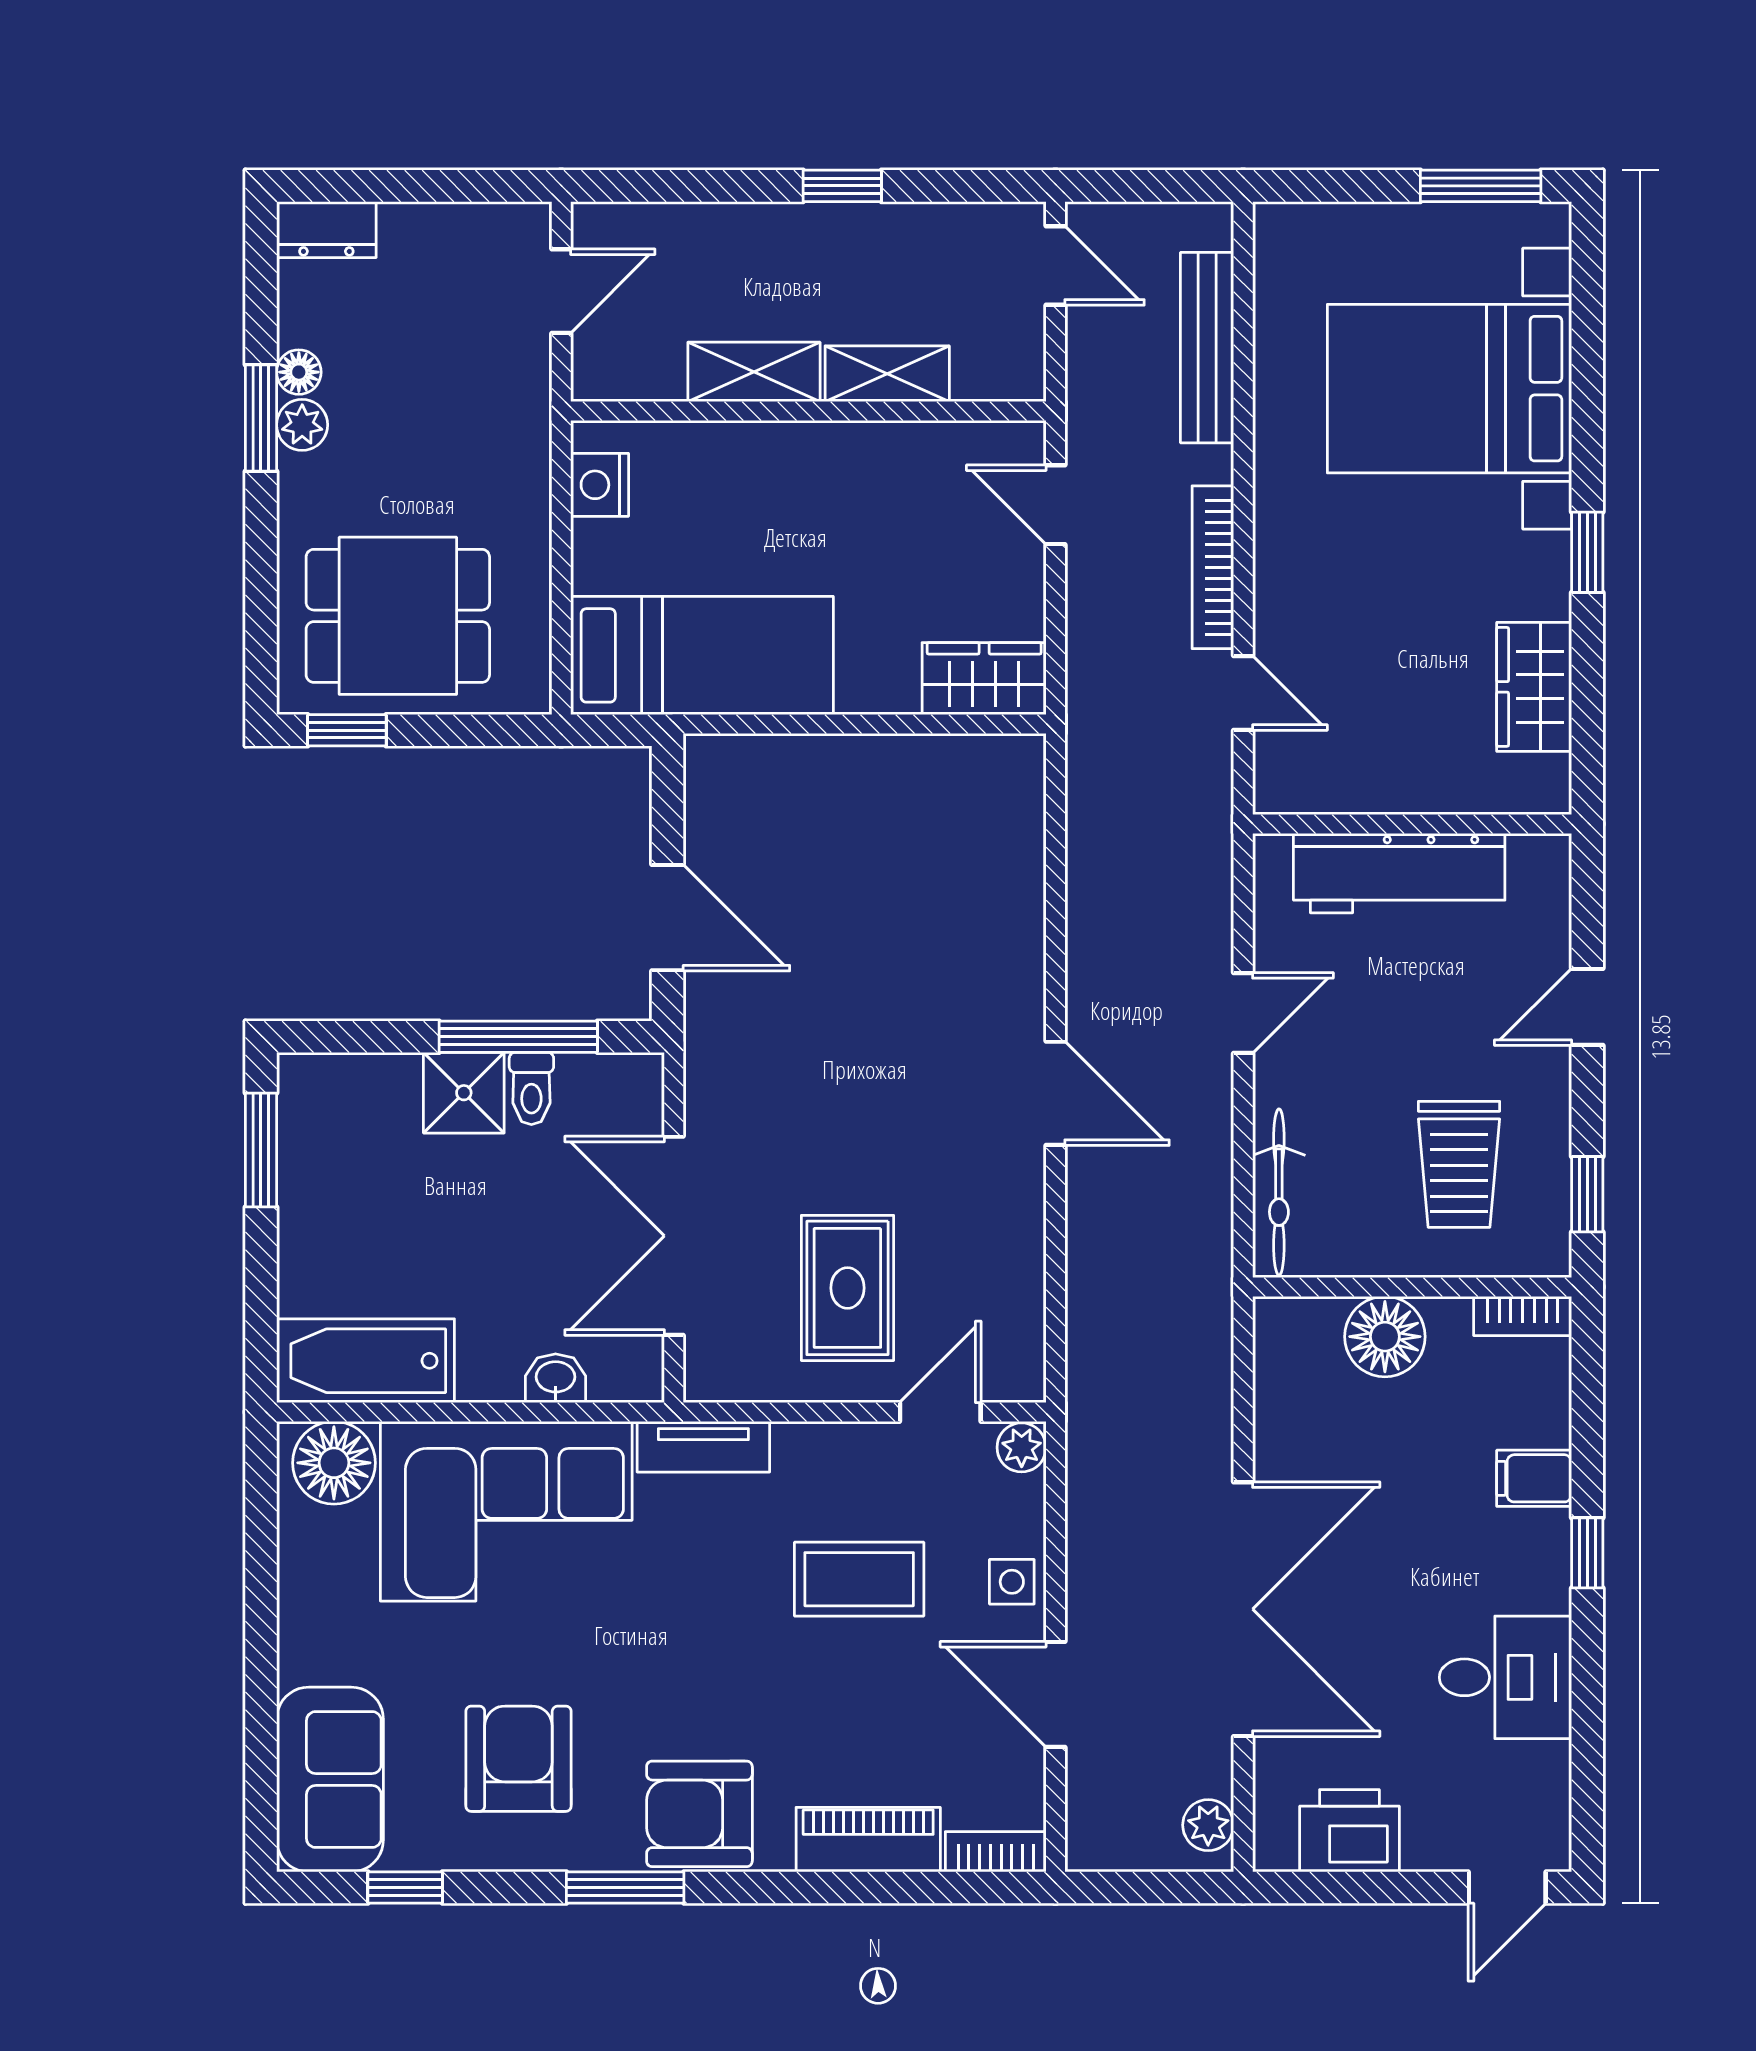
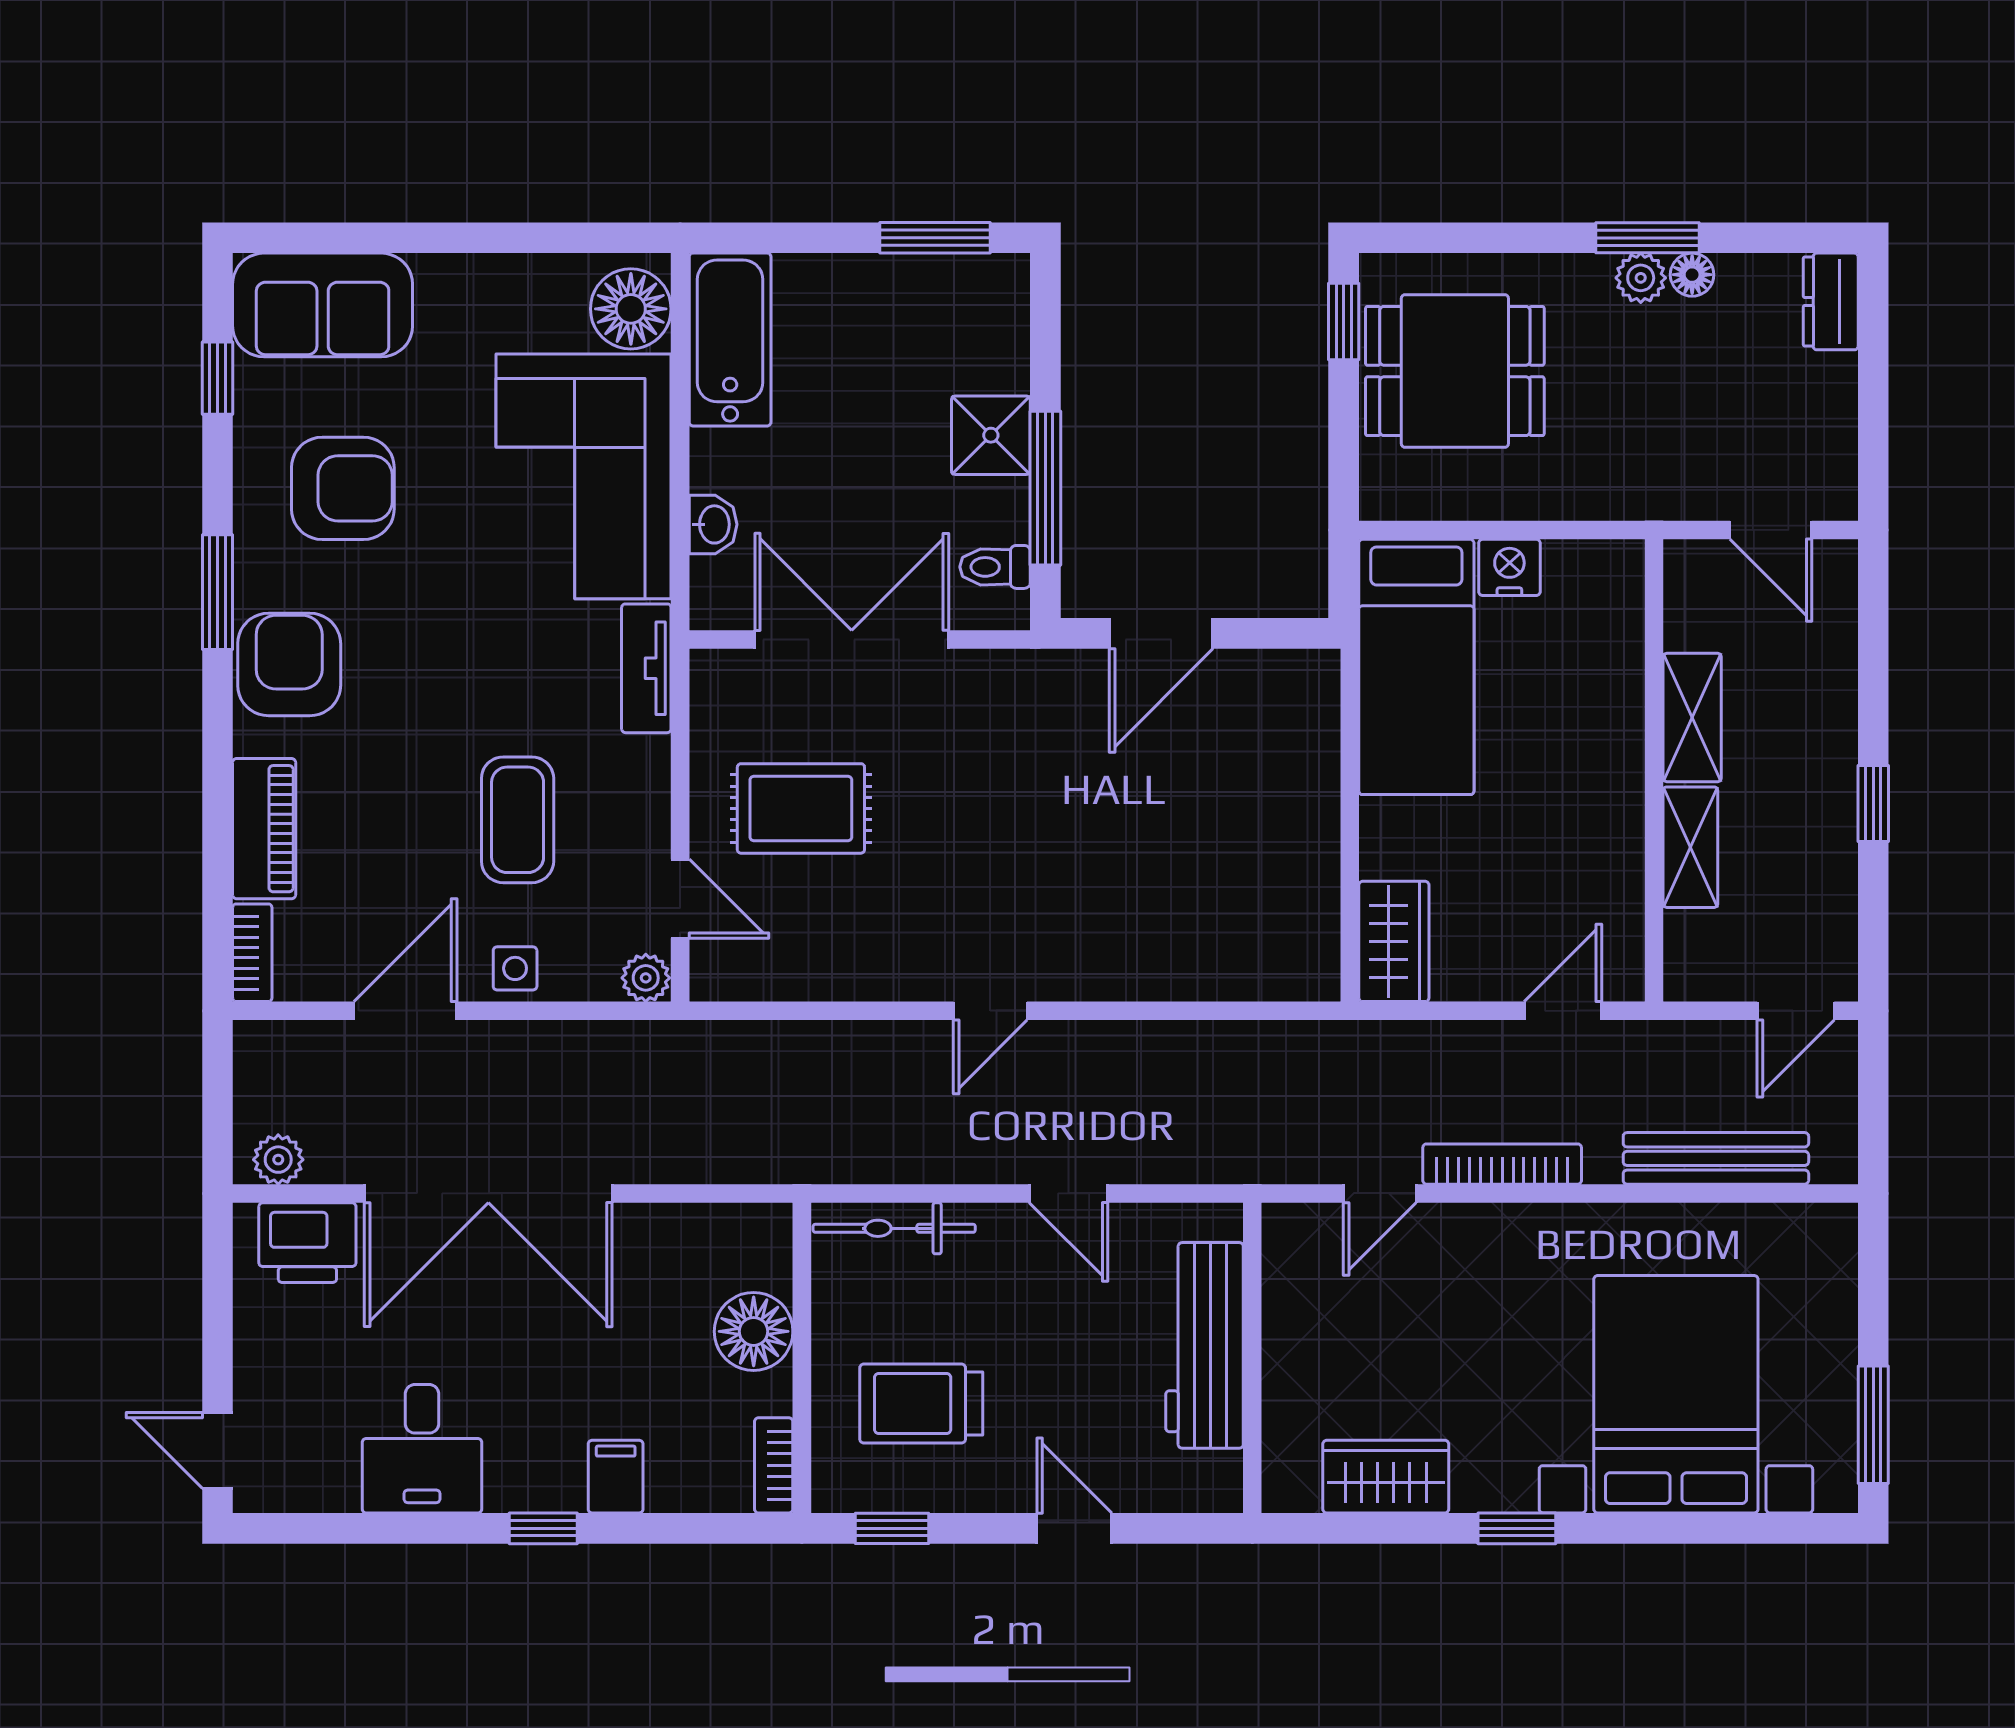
nightstand: (600, 485) -> (1509, 567), moved
dining table: (398, 616) -> (1455, 371), turned 90
toilet: (531, 1088) -> (995, 567), moved
door: (1055, 1093) -> (990, 1011), width x0.73
printer: (1349, 1831) -> (307, 1243), moved, turned 90

